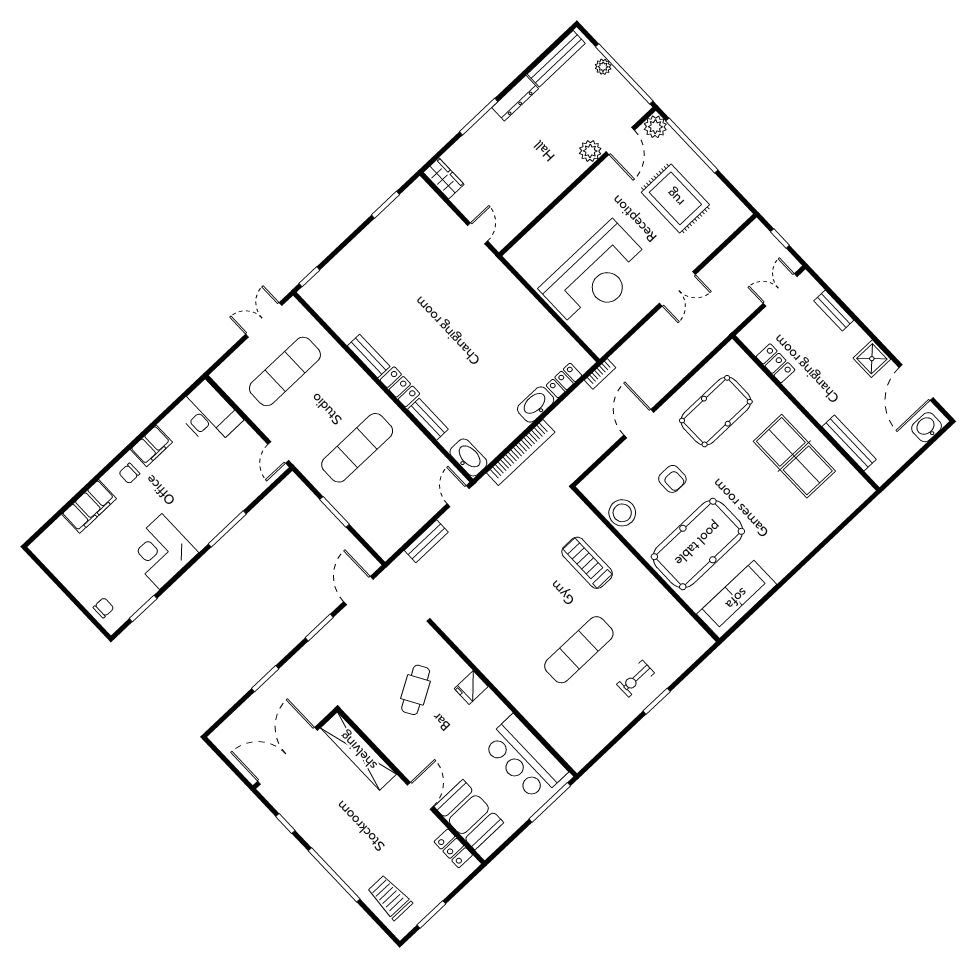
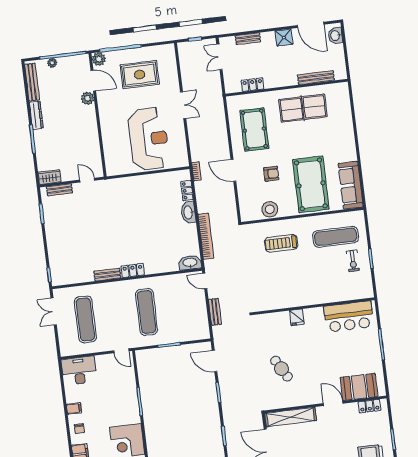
bench: (428, 419) -> (59, 190), moved
filing cabinet: (151, 446) -> (74, 409), width x0.50
exercise mat: (579, 650) -> (336, 237), moved, turned 90
fridge: (471, 688) -> (297, 317), moved
wall: (503, 699) -> (313, 306), moved
bar counter: (525, 758) -> (349, 316), moved

